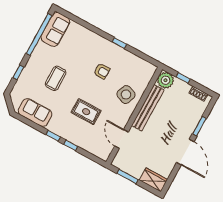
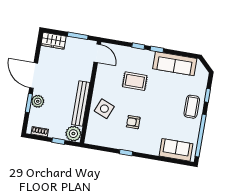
sofa: (55, 29) -> (176, 150), moved, turned 90
coffee table: (56, 78) -> (192, 107), moved
sofa: (35, 113) -> (175, 64), width x1.36
plant: (190, 125) -> (38, 101), added
door: (121, 139) -> (97, 53), moved

